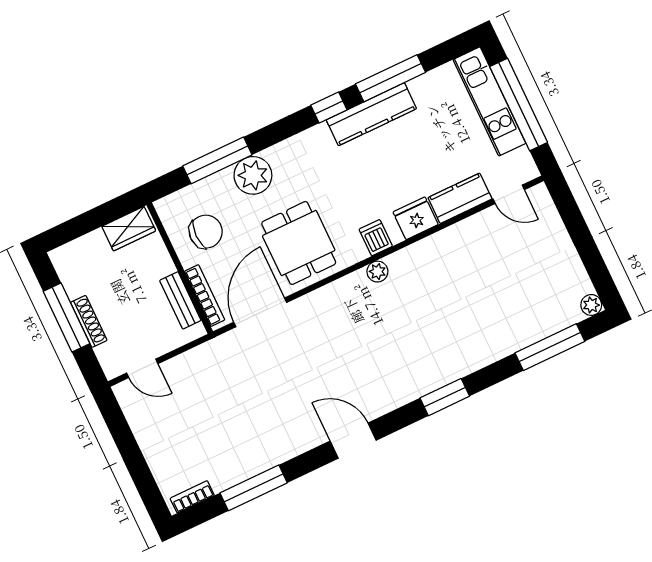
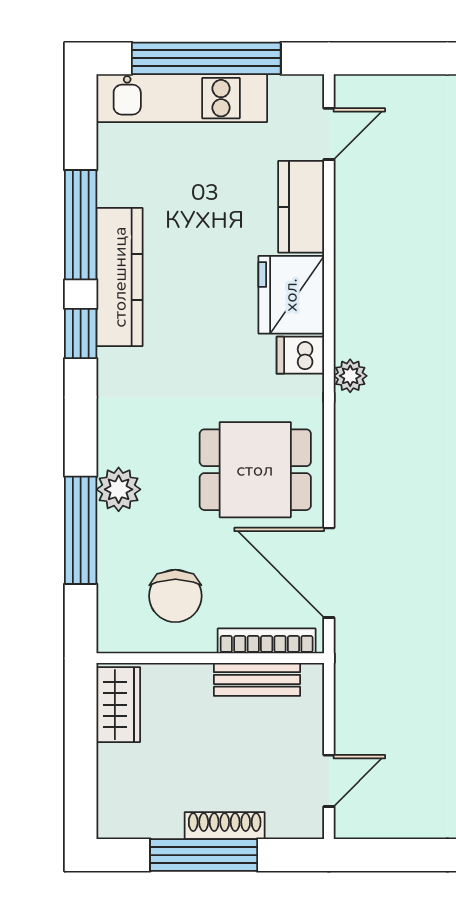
plant: (253, 175) -> (119, 489), width x0.73, depth x0.73
fridge: (416, 218) -> (291, 295), width x1.36, depth x1.34
chair: (206, 232) -> (175, 596), turned 180

